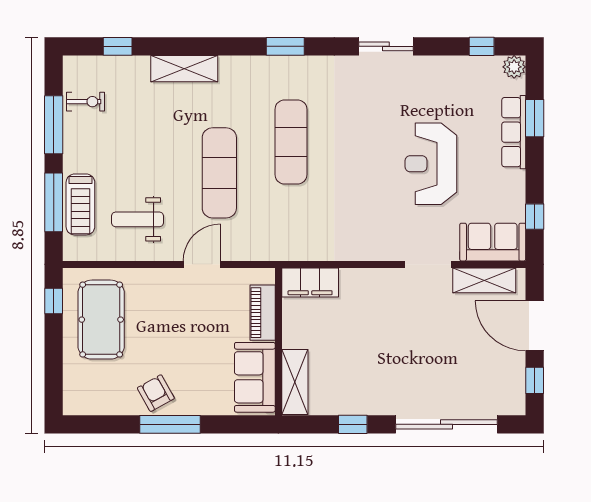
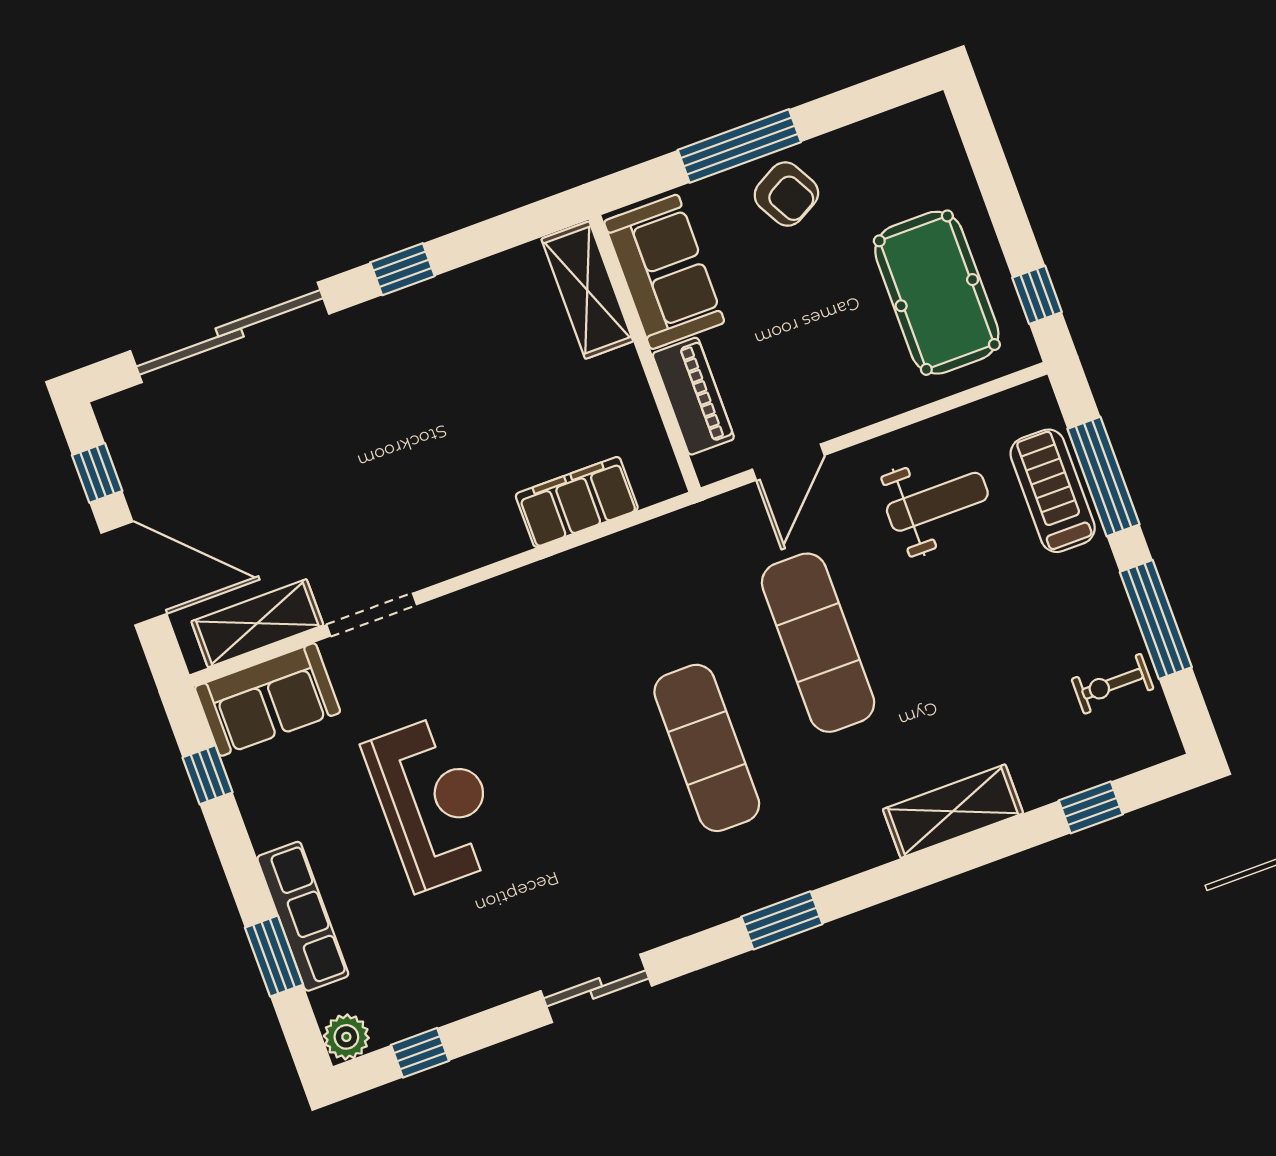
piano: (263, 313) -> (693, 396), moved
wall: (278, 342) -> (645, 353), moved
sofa: (255, 377) -> (664, 272), moved
shelving: (295, 382) -> (587, 290), moved

